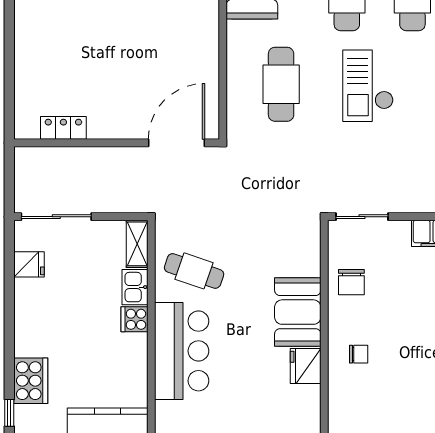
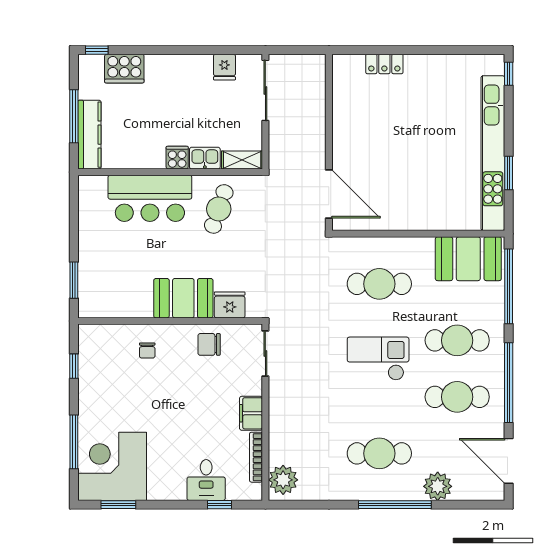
locker: (63, 128) -> (384, 64), moved, turned 90
fridge: (306, 366) -> (230, 305), moved

